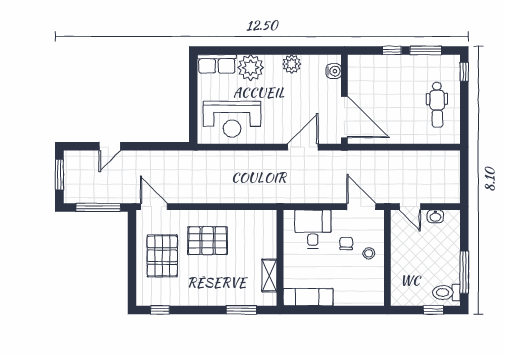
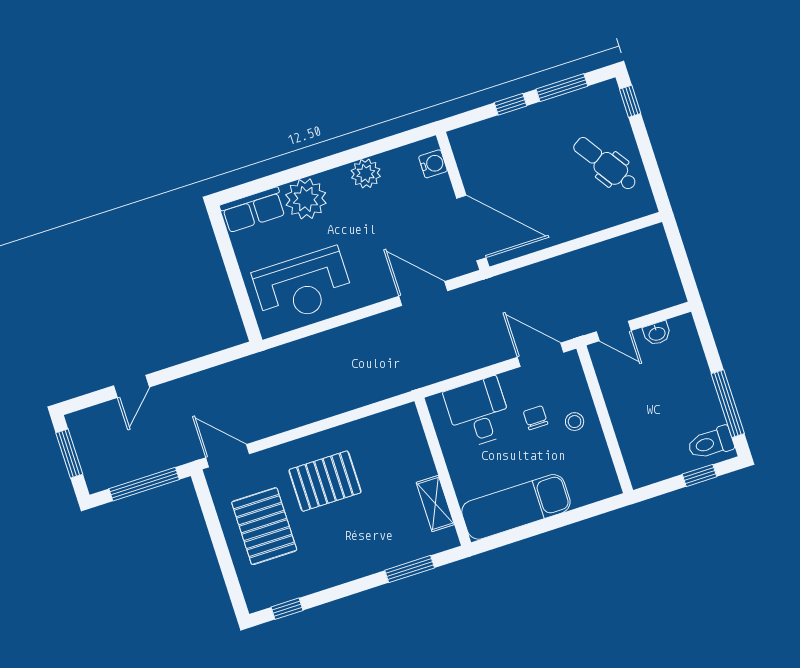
dental chair: (437, 105) -> (605, 164), turned 147
door: (303, 147) -> (423, 293), hinge flipped
exam couch: (308, 297) -> (516, 507), width x1.36, depth x1.45

